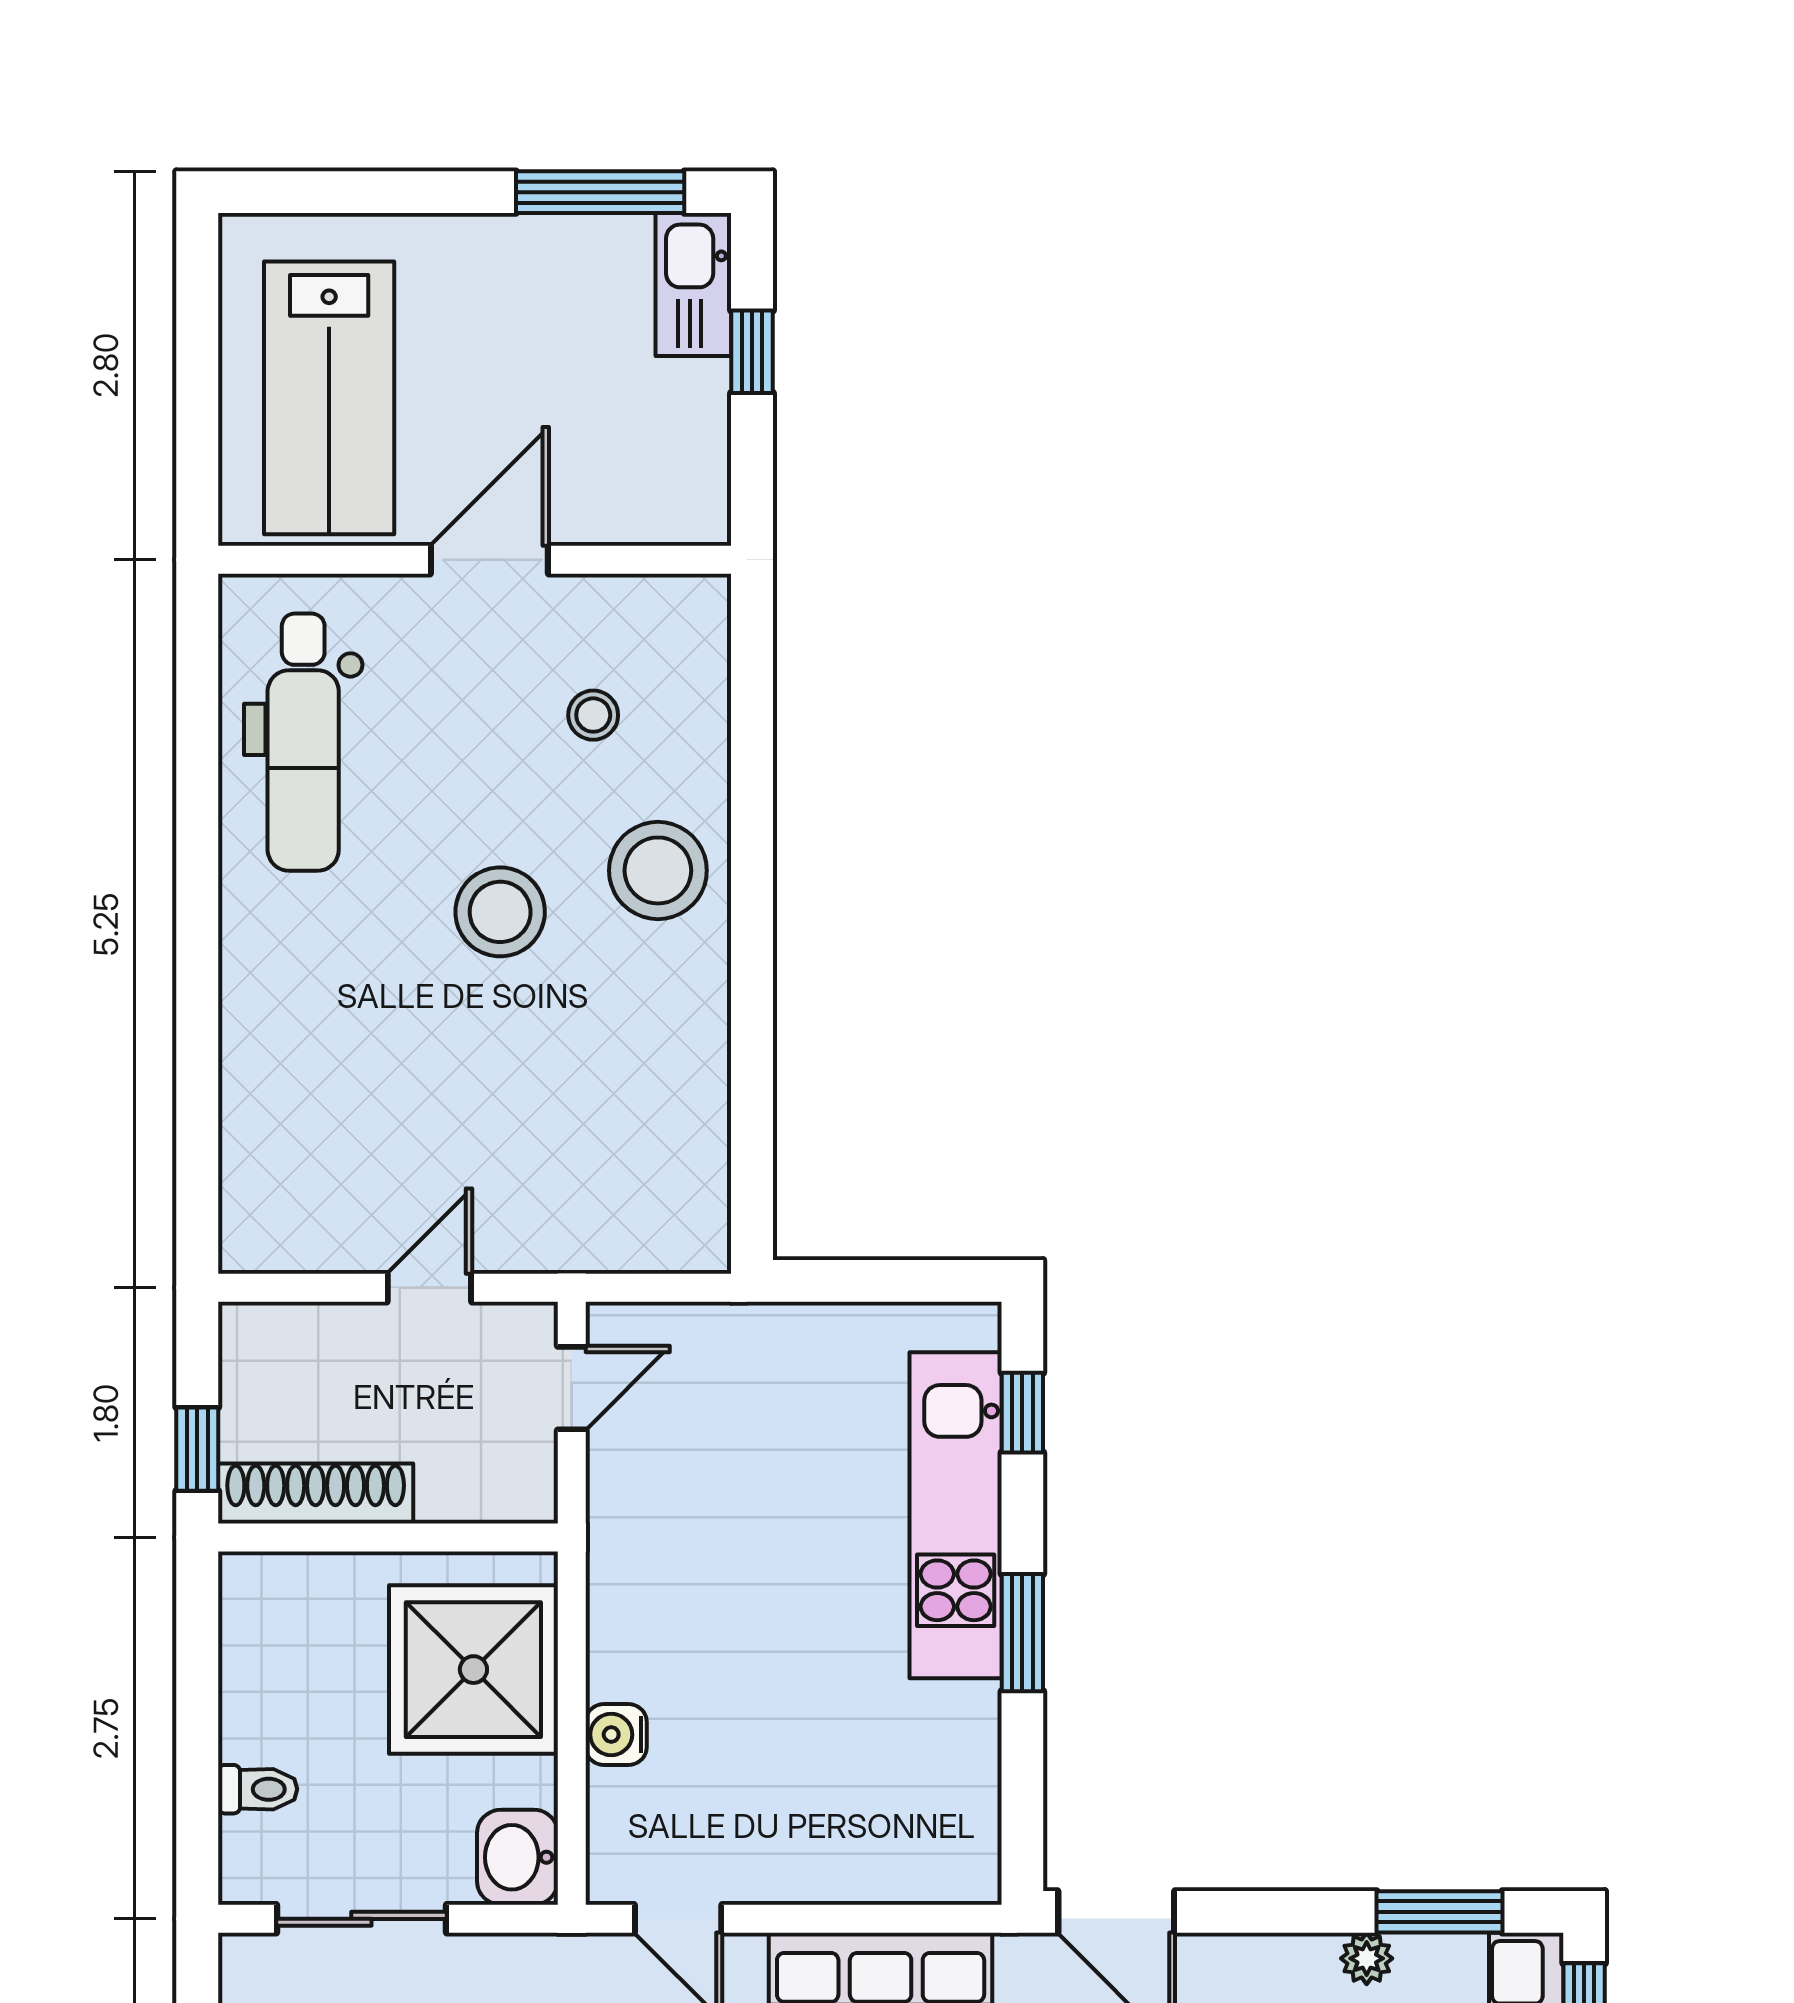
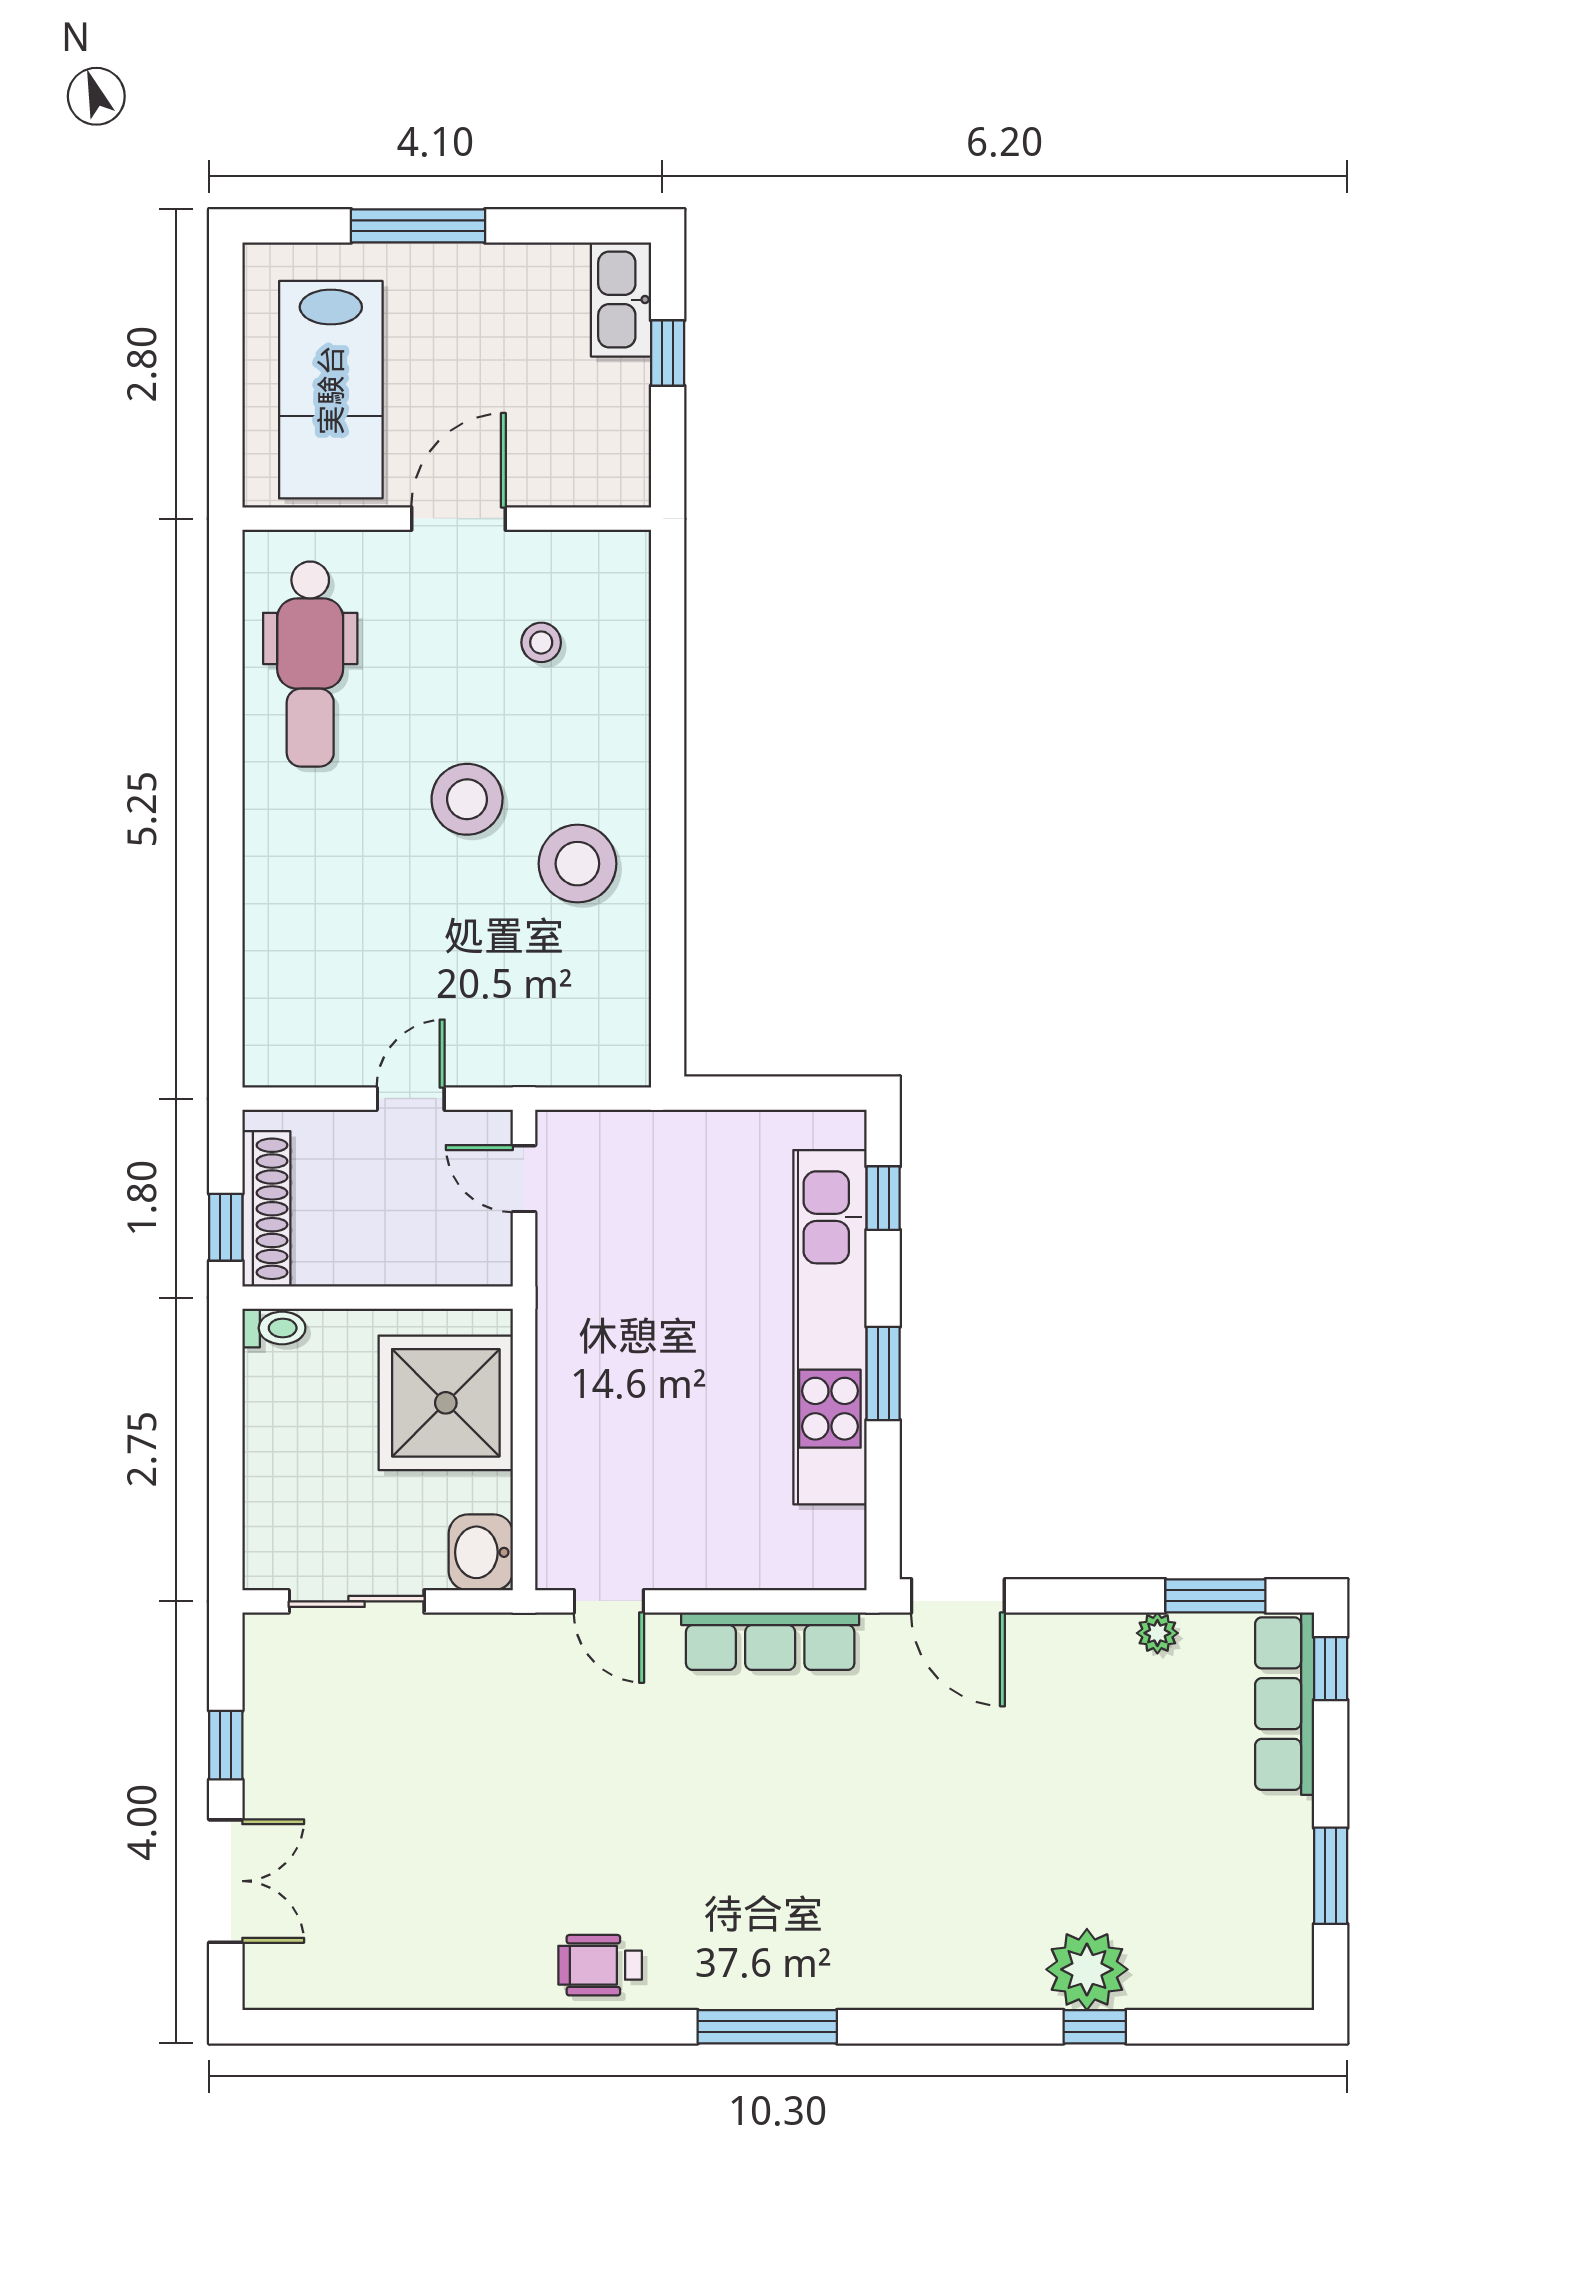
window: (600, 192) -> (418, 226), moved
stool: (658, 870) -> (577, 864), moved
door: (572, 1388) -> (524, 1179), swing flipped
shoe rack: (316, 1493) -> (266, 1209), moved, turned 90
kitchen unit: (956, 1515) -> (830, 1327), width x1.36
water cooler: (616, 1735) -> (559, 1455), removed
toilet: (258, 1789) -> (274, 1328), moved

